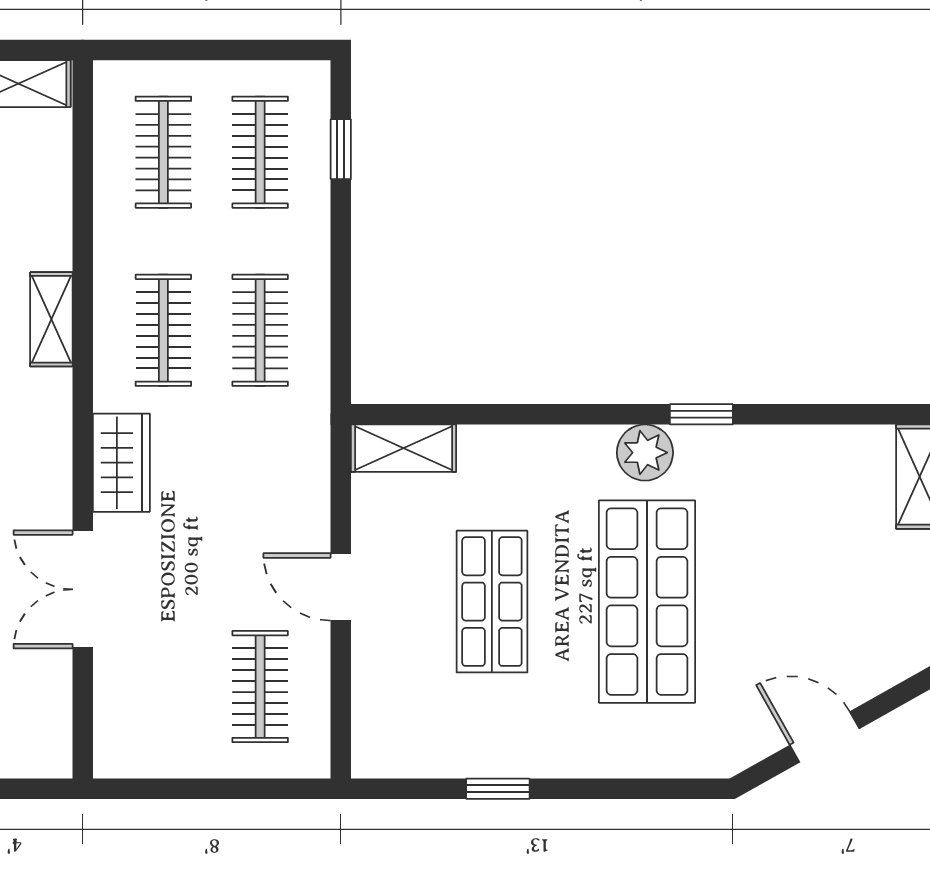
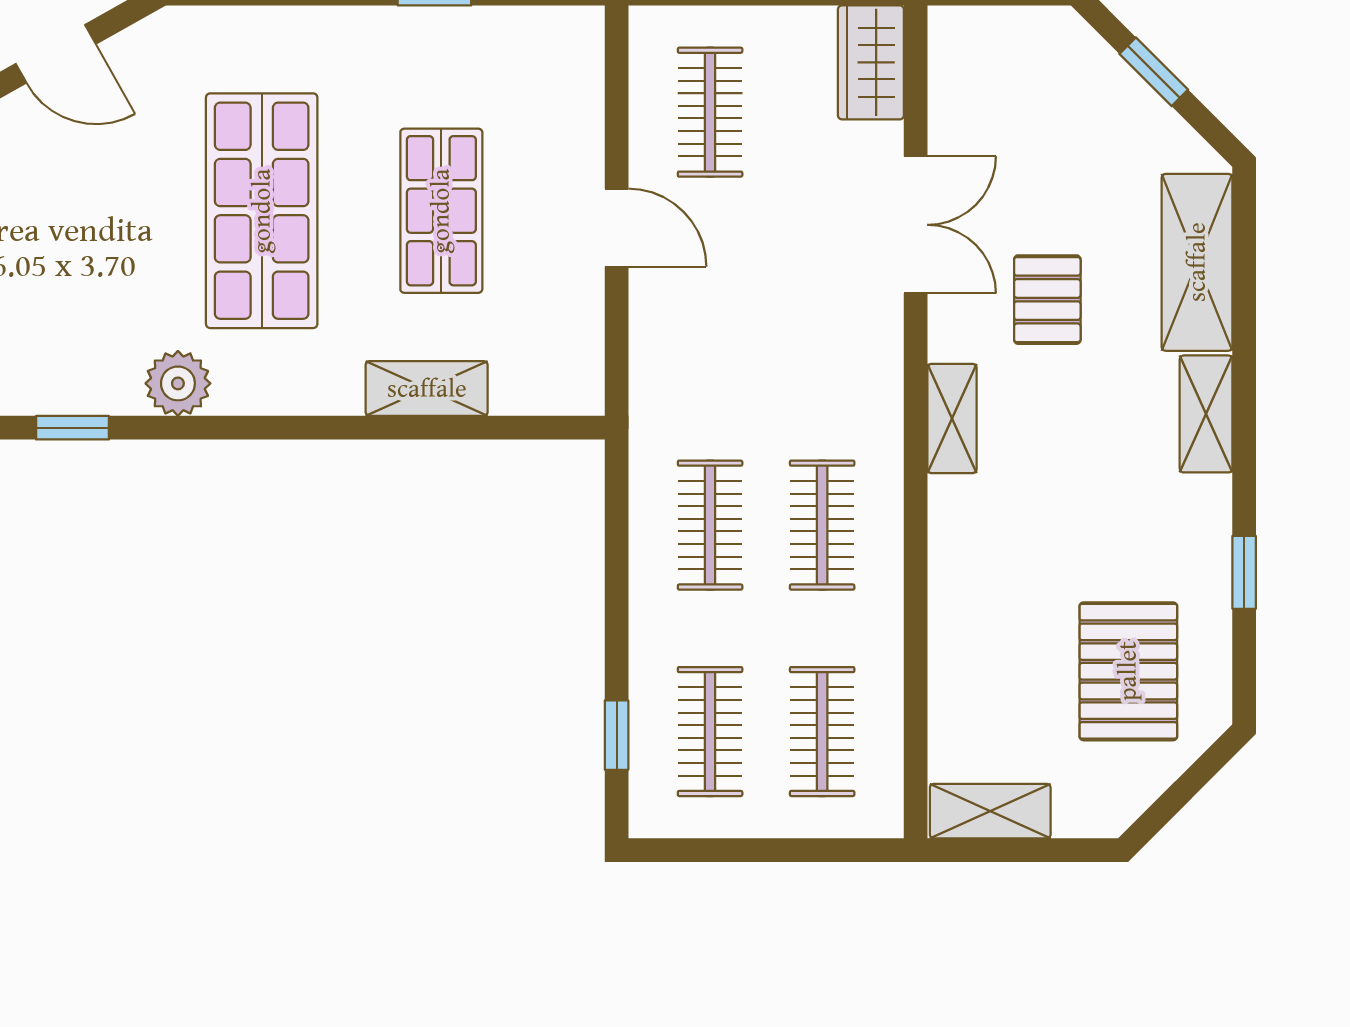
shelving: (51, 319) -> (952, 419), moved
window: (701, 414) -> (73, 428), moved
shelving: (404, 448) -> (427, 389), moved
plant: (645, 453) -> (178, 383), moved
wardrobe: (121, 463) -> (871, 62), moved

